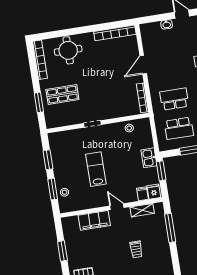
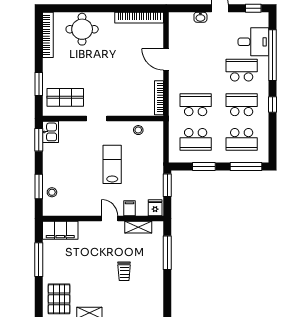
door: (143, 65) -> (166, 59), hinge flipped
shop shelf: (62, 95) -> (65, 97), moved
kitchen sink: (149, 158) -> (50, 132), moved, turned 180
window: (48, 160) -> (39, 140), moved
lab bench: (96, 169) -> (112, 164), moved
filing cabinet: (142, 194) -> (129, 208), moved
filing cabinet: (94, 220) -> (60, 230), moved
window: (62, 251) -> (39, 260), width x1.44

